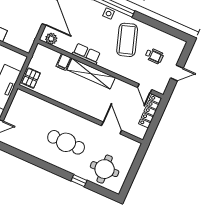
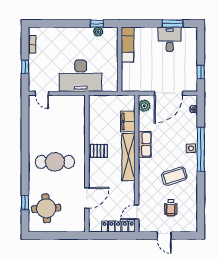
coffee table: (127, 40) -> (174, 176), width x0.73, depth x0.76
filing cabinet: (64, 62) -> (128, 121), width x2.00
pallet: (31, 78) -> (99, 151), moved
cafe table: (66, 142) -> (55, 162), turned 90
window: (79, 181) -> (25, 202), moved

